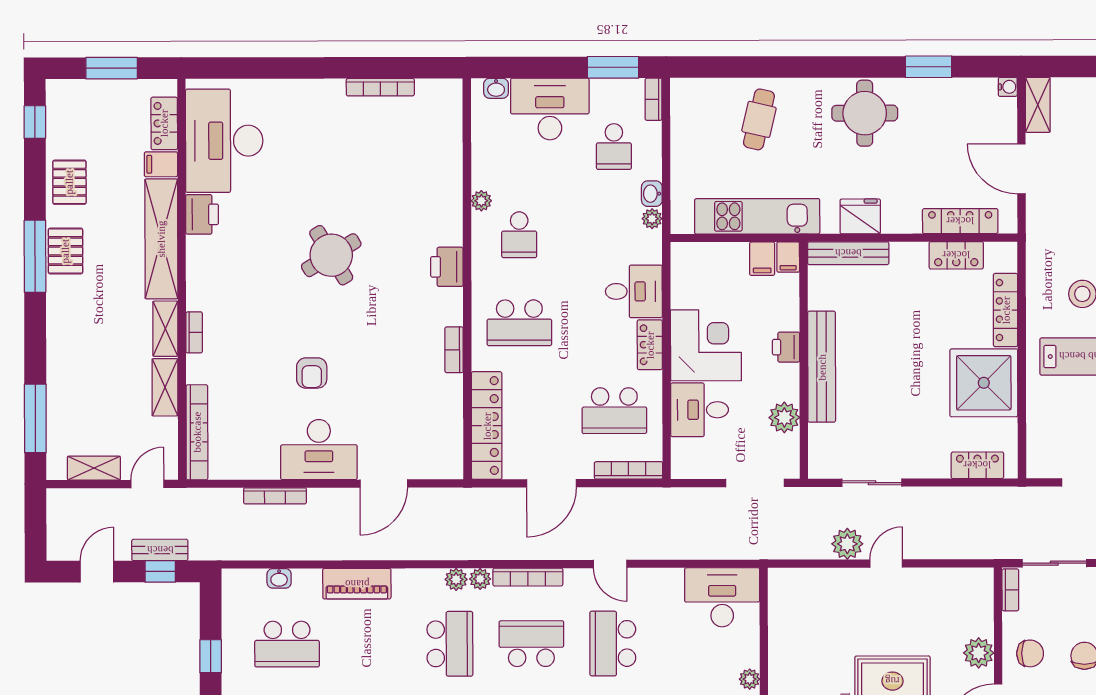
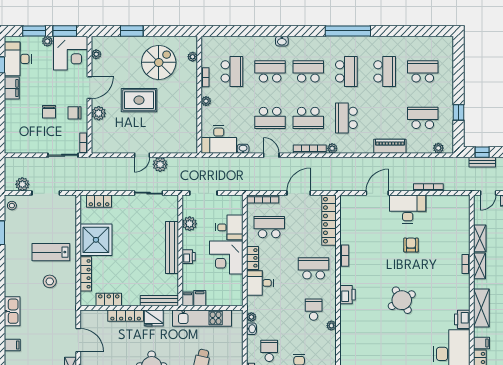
locker: (960, 221) -> (126, 316), moved
shelving: (161, 239) -> (481, 308), width x0.68
bookcase: (197, 432) -> (465, 217), removed
washbasin: (279, 578) -> (243, 149), moved
plant: (456, 579) -> (438, 148), moved
school desk: (613, 643) -> (270, 118), turned 90

